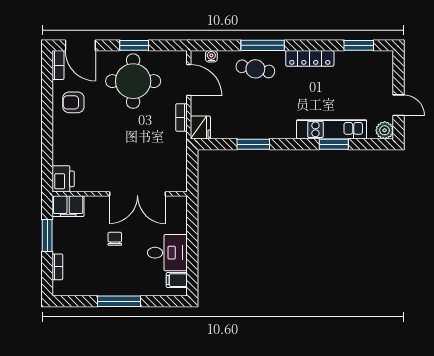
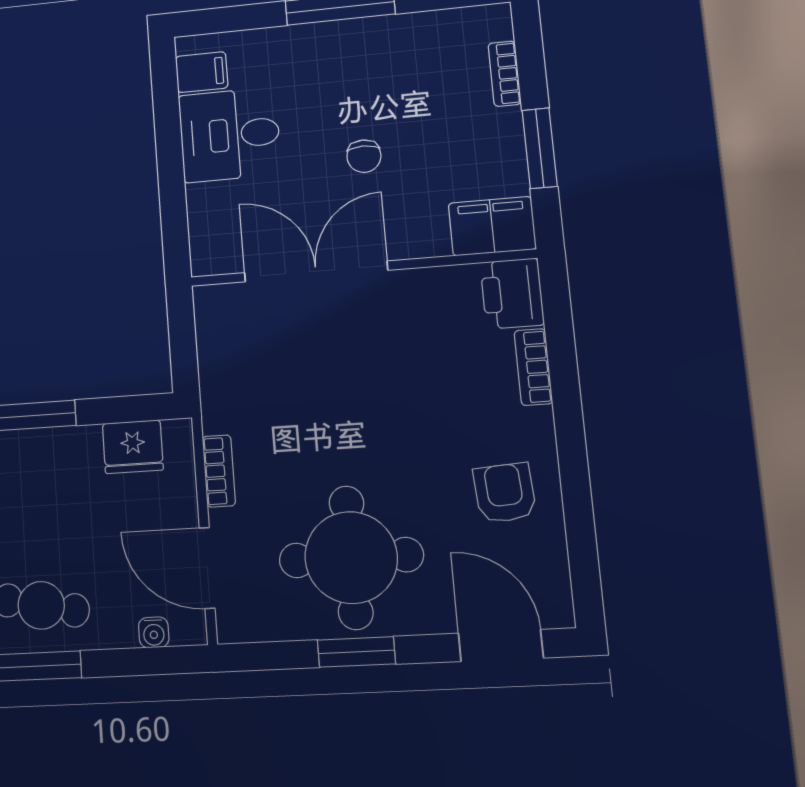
bookcase: (58, 65) -> (533, 367), moved
armchair: (73, 102) -> (505, 493), turned -94
fridge: (200, 128) -> (133, 447), moved, turned -90

